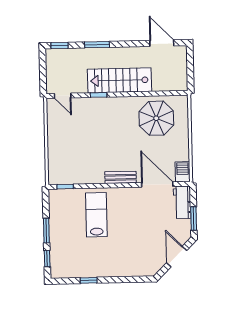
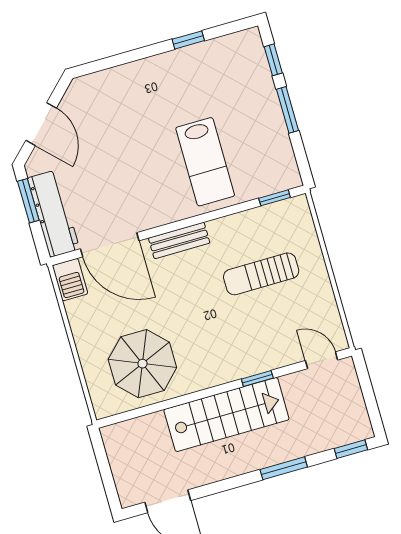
sun lounger: (82, 149) -> (261, 274), added
workbench: (182, 202) -> (54, 214), width x1.38

